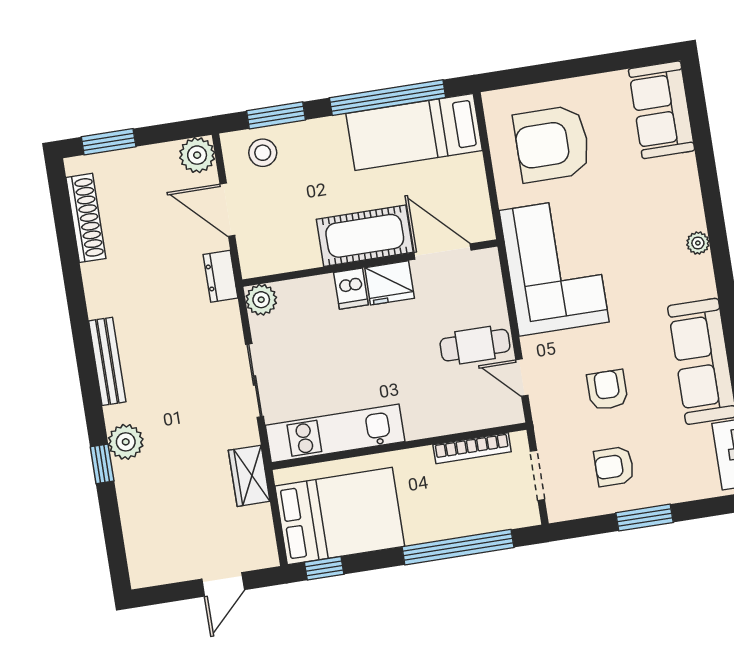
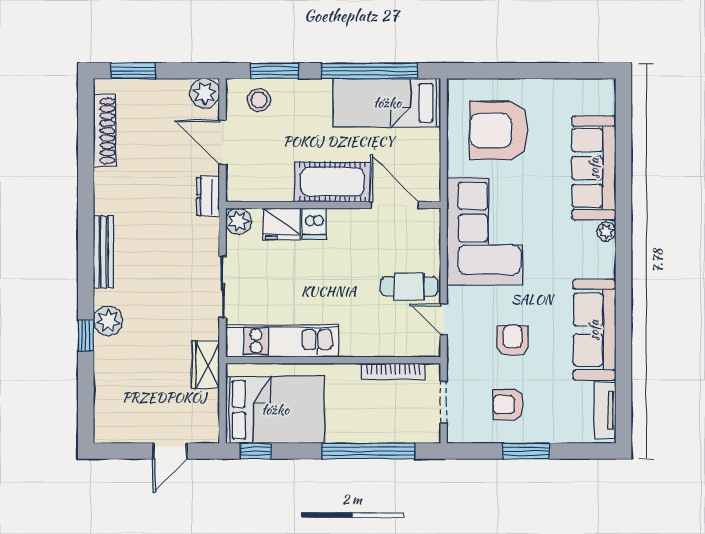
sofa: (662, 110) -> (594, 168), moved, width x1.36
fridge: (390, 283) -> (281, 224), moved

